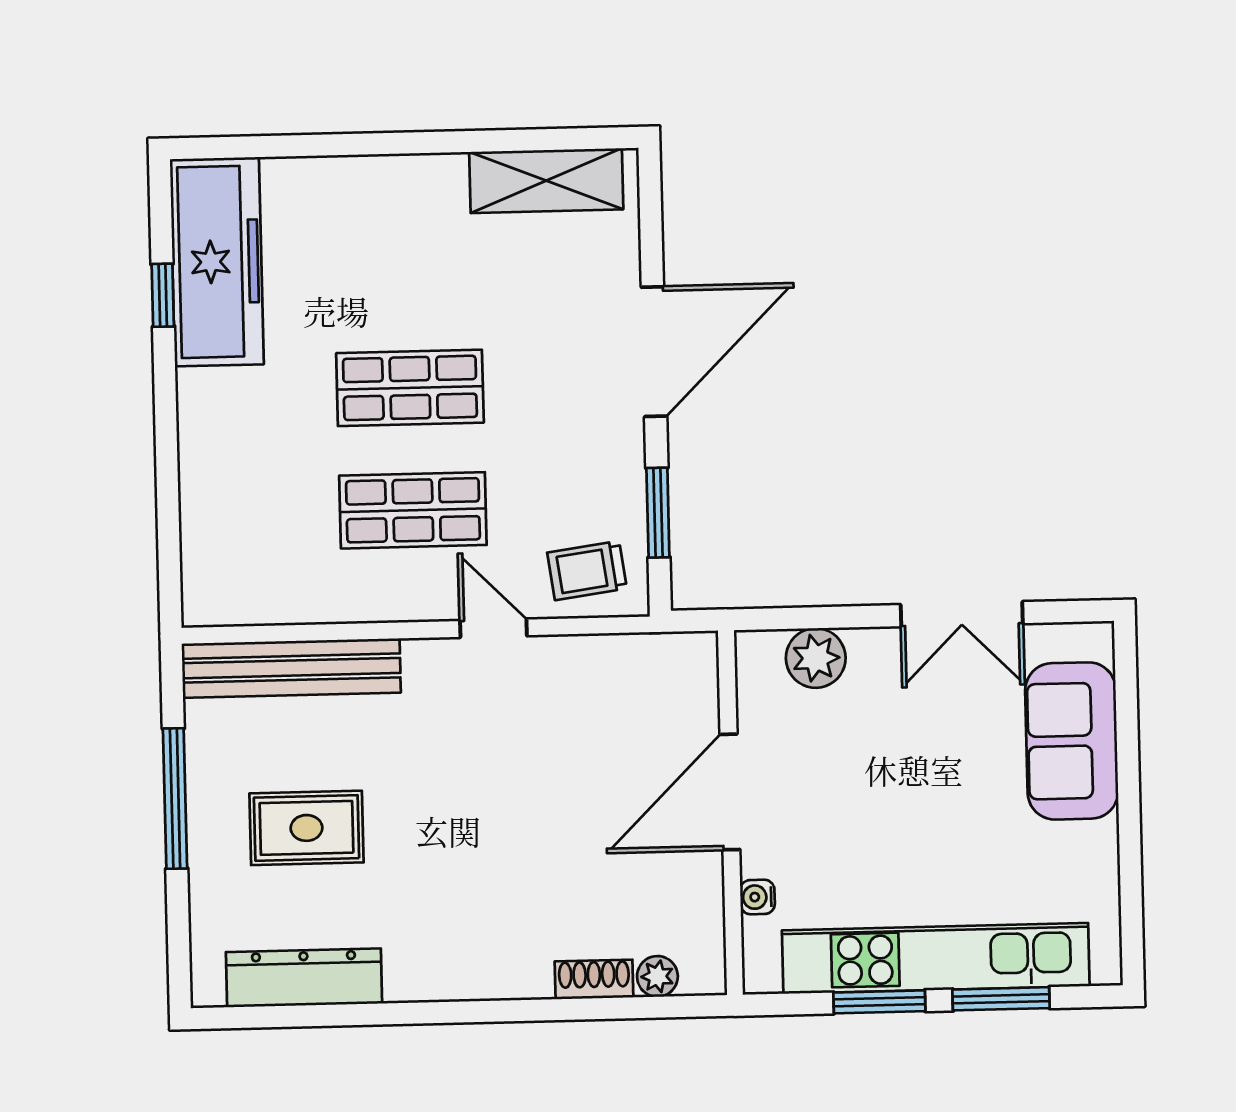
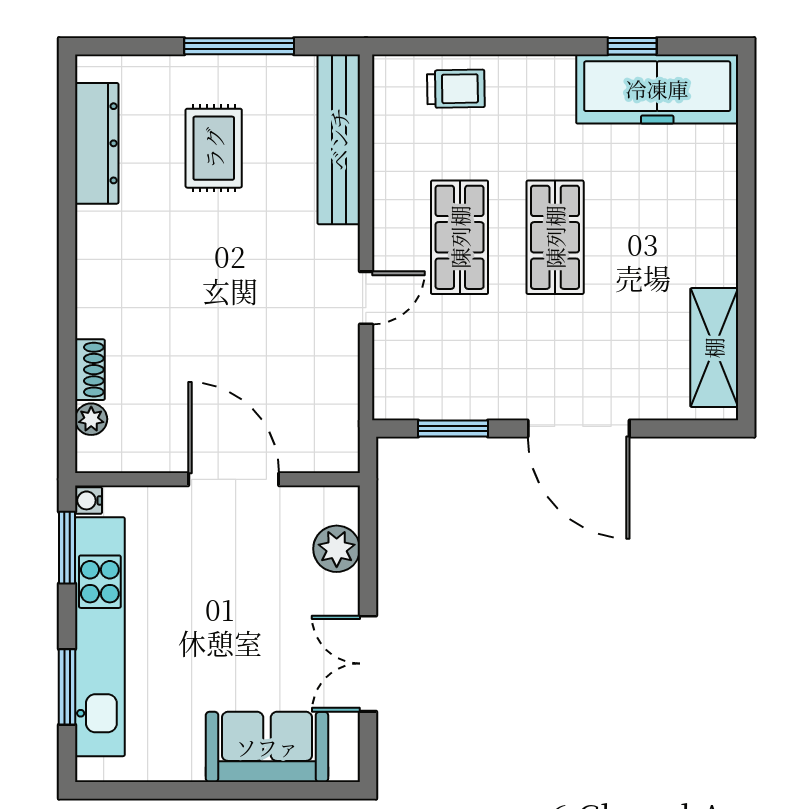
trolley: (587, 570) -> (456, 89), moved, turned 97
water cooler: (757, 897) -> (89, 500), moved, turned -90
window: (879, 1002) -> (67, 548), moved

